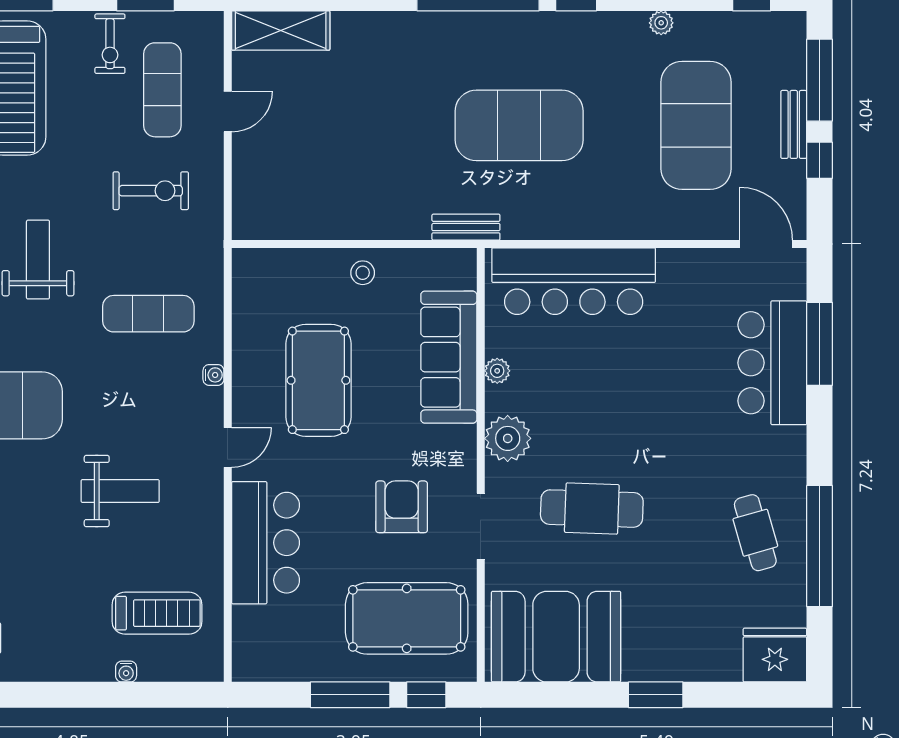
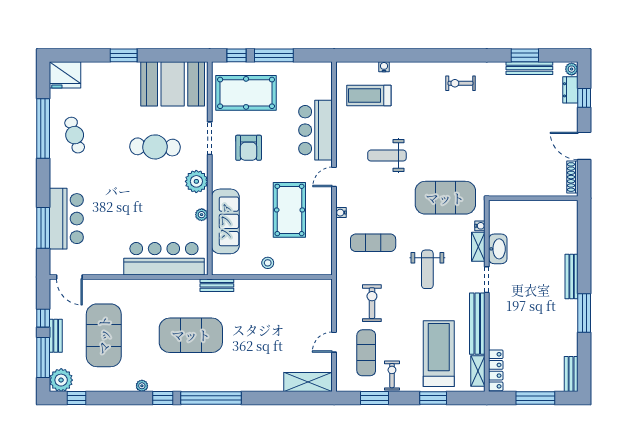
plant: (661, 23) -> (142, 386), moved
plant: (783, 34) -> (61, 380), added
exercise bike: (151, 191) -> (372, 303), turned 90

